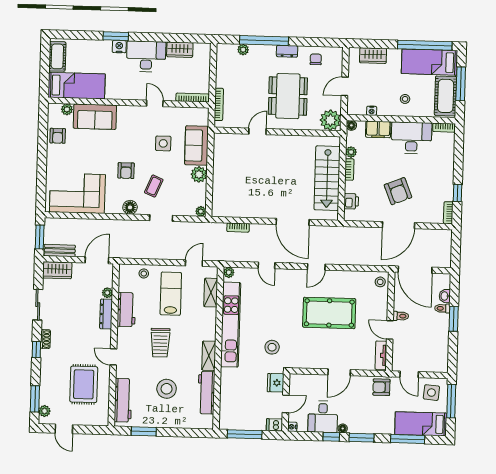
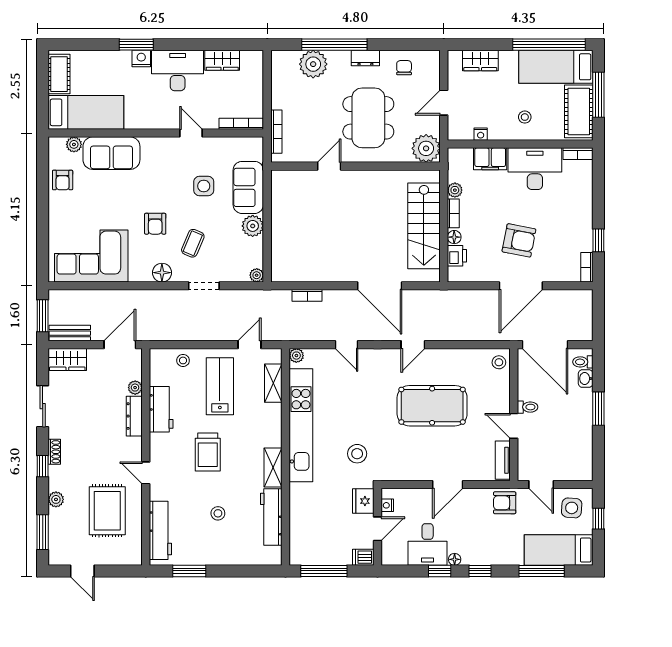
plant: (243, 50) -> (313, 64), width x1.87, depth x1.87
floor lamp: (351, 125) -> (454, 237), moved
armchair: (398, 191) -> (519, 240), turned -57
toilet: (442, 308) -> (583, 362), moved
stool: (167, 389) -> (218, 513), width x0.53, depth x0.53
window: (451, 401) -> (598, 519), width x0.46
plant: (45, 411) -> (56, 499), moved
nightstand: (292, 427) -> (387, 505), moved
window: (361, 438) -> (480, 571), width x0.67

